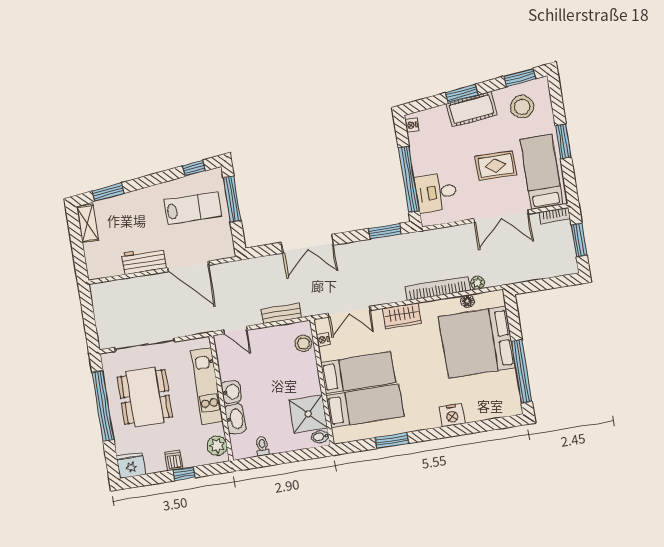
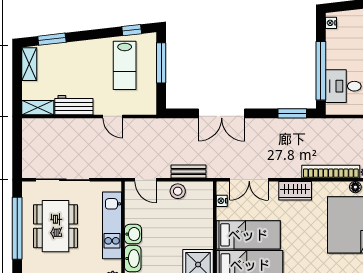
lab bench: (193, 208) -> (125, 65), turned 90
door: (188, 266) -> (113, 116), width x0.53
shelving: (104, 270) -> (38, 108), added
stool: (303, 343) -> (178, 191), moved

